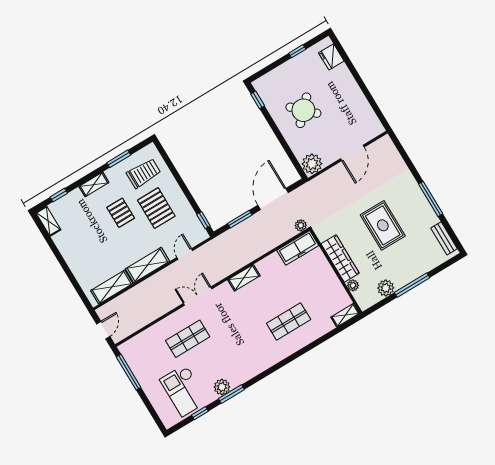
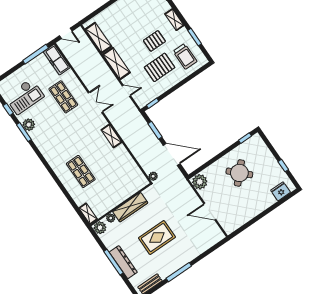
freezer: (298, 248) -> (57, 60), moved
dresser: (413, 272) -> (123, 262), added
plant: (386, 288) -> (100, 228), moved
checkout: (184, 390) -> (24, 96), turned 180

